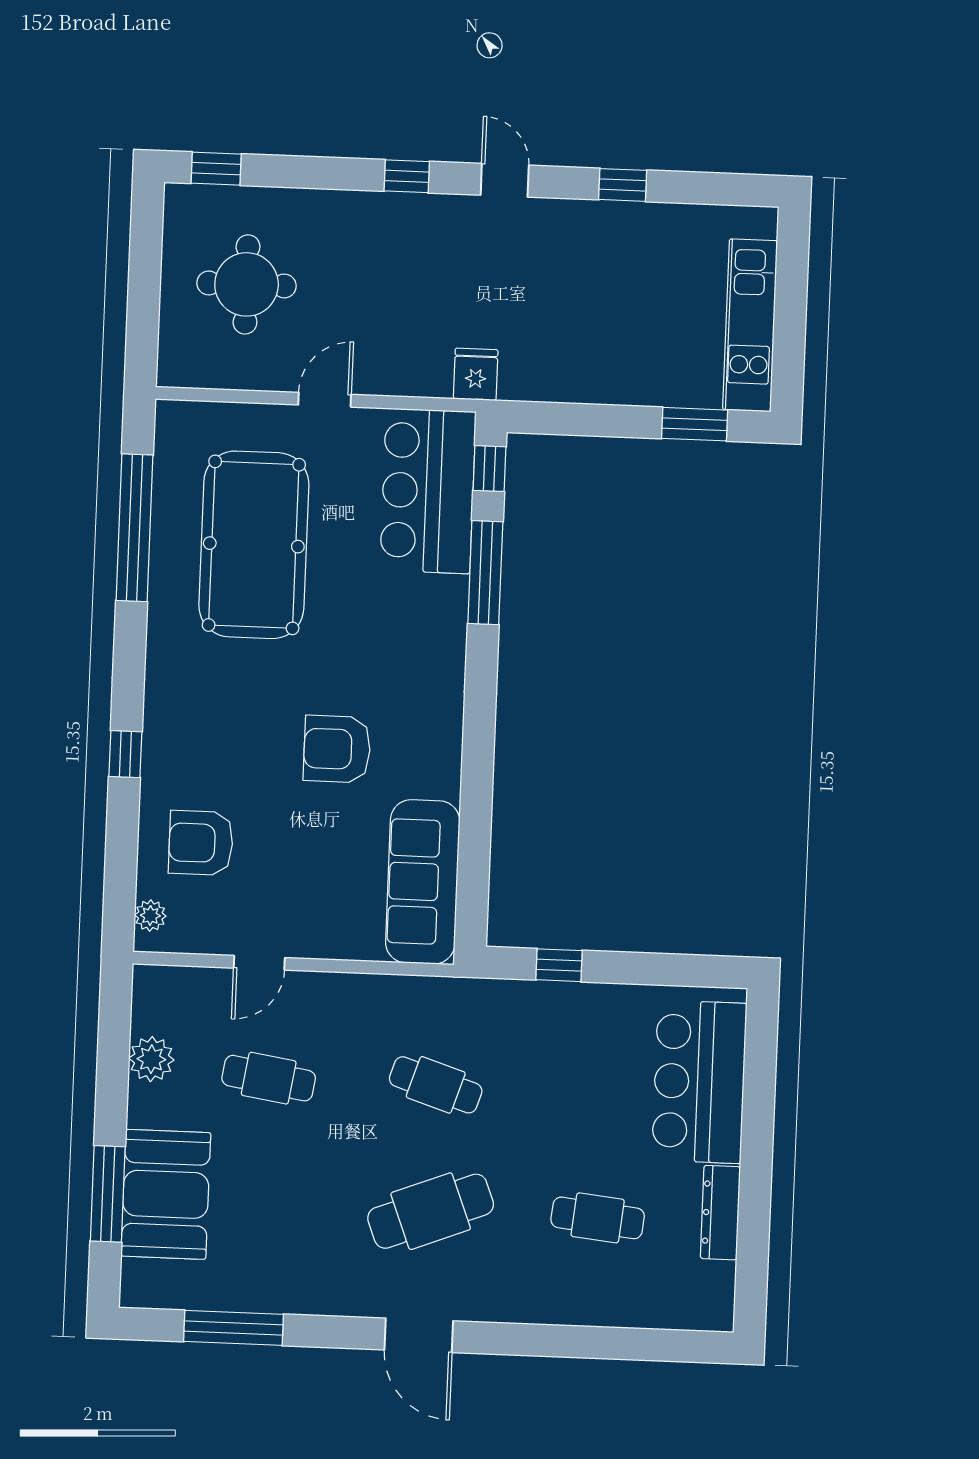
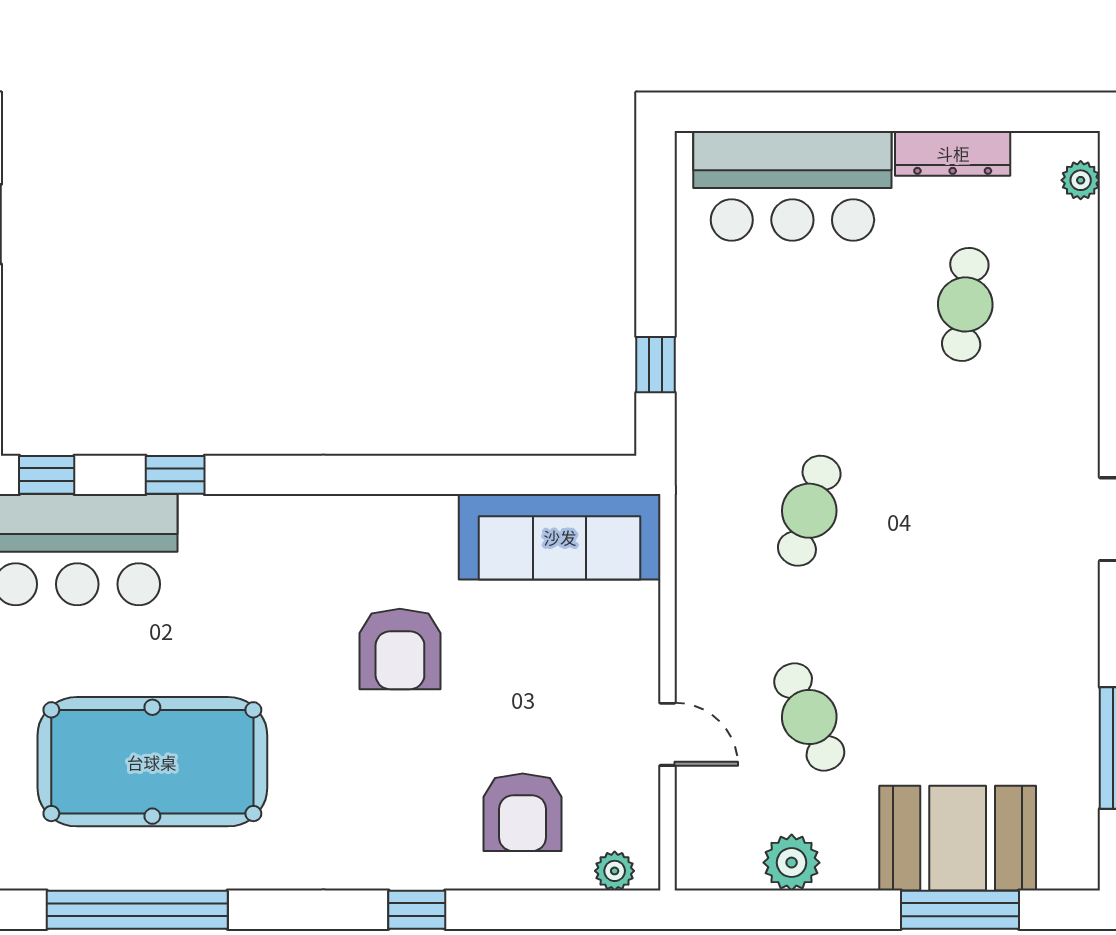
window: (485, 573) -> (175, 475), width x0.46
cafe table: (269, 1078) -> (809, 717), turned -33
cafe table: (431, 1211) -> (965, 511), removed
plant: (694, 1315) -> (1081, 180), added

